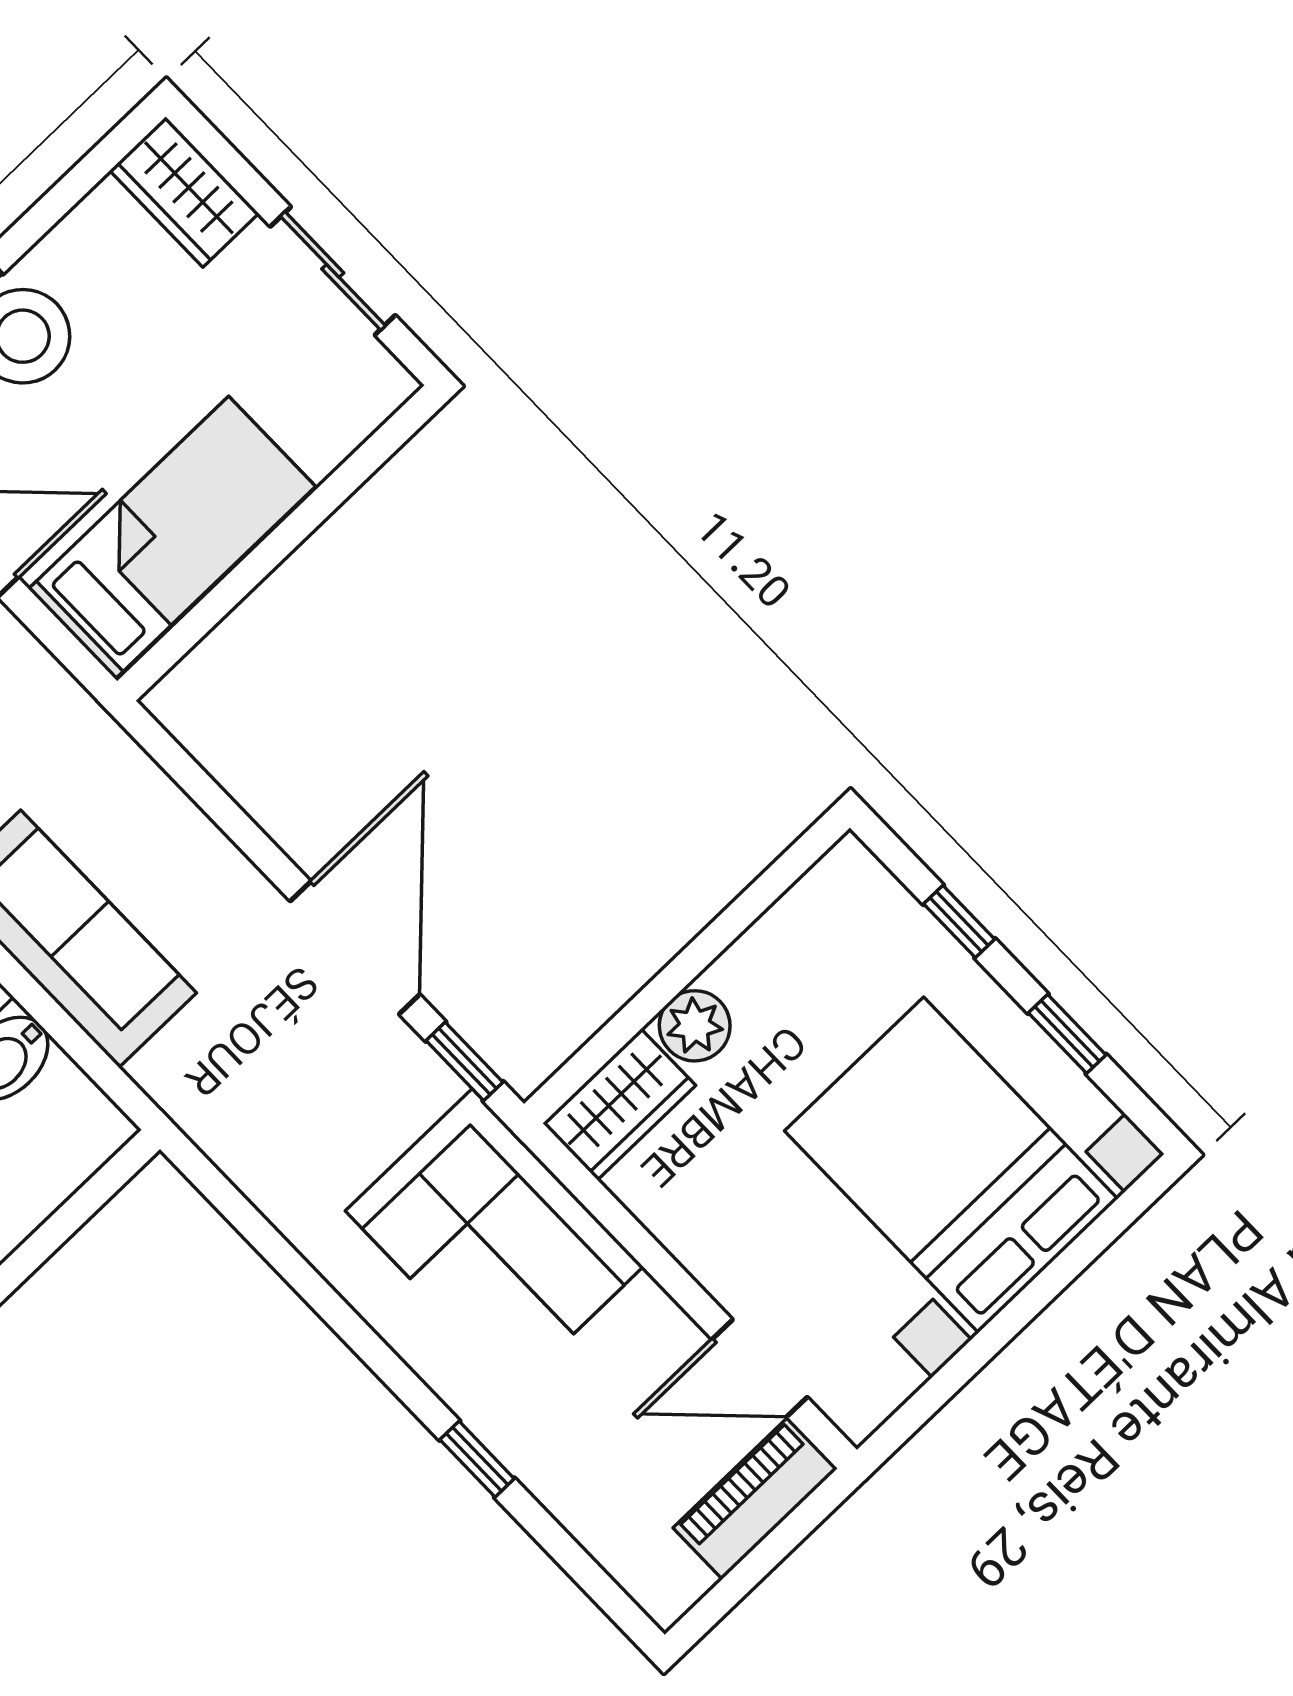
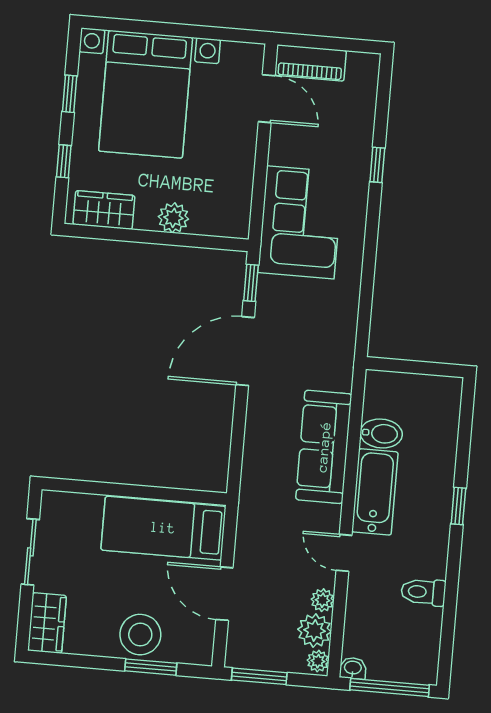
wardrobe: (619, 1104) -> (104, 210), moved

